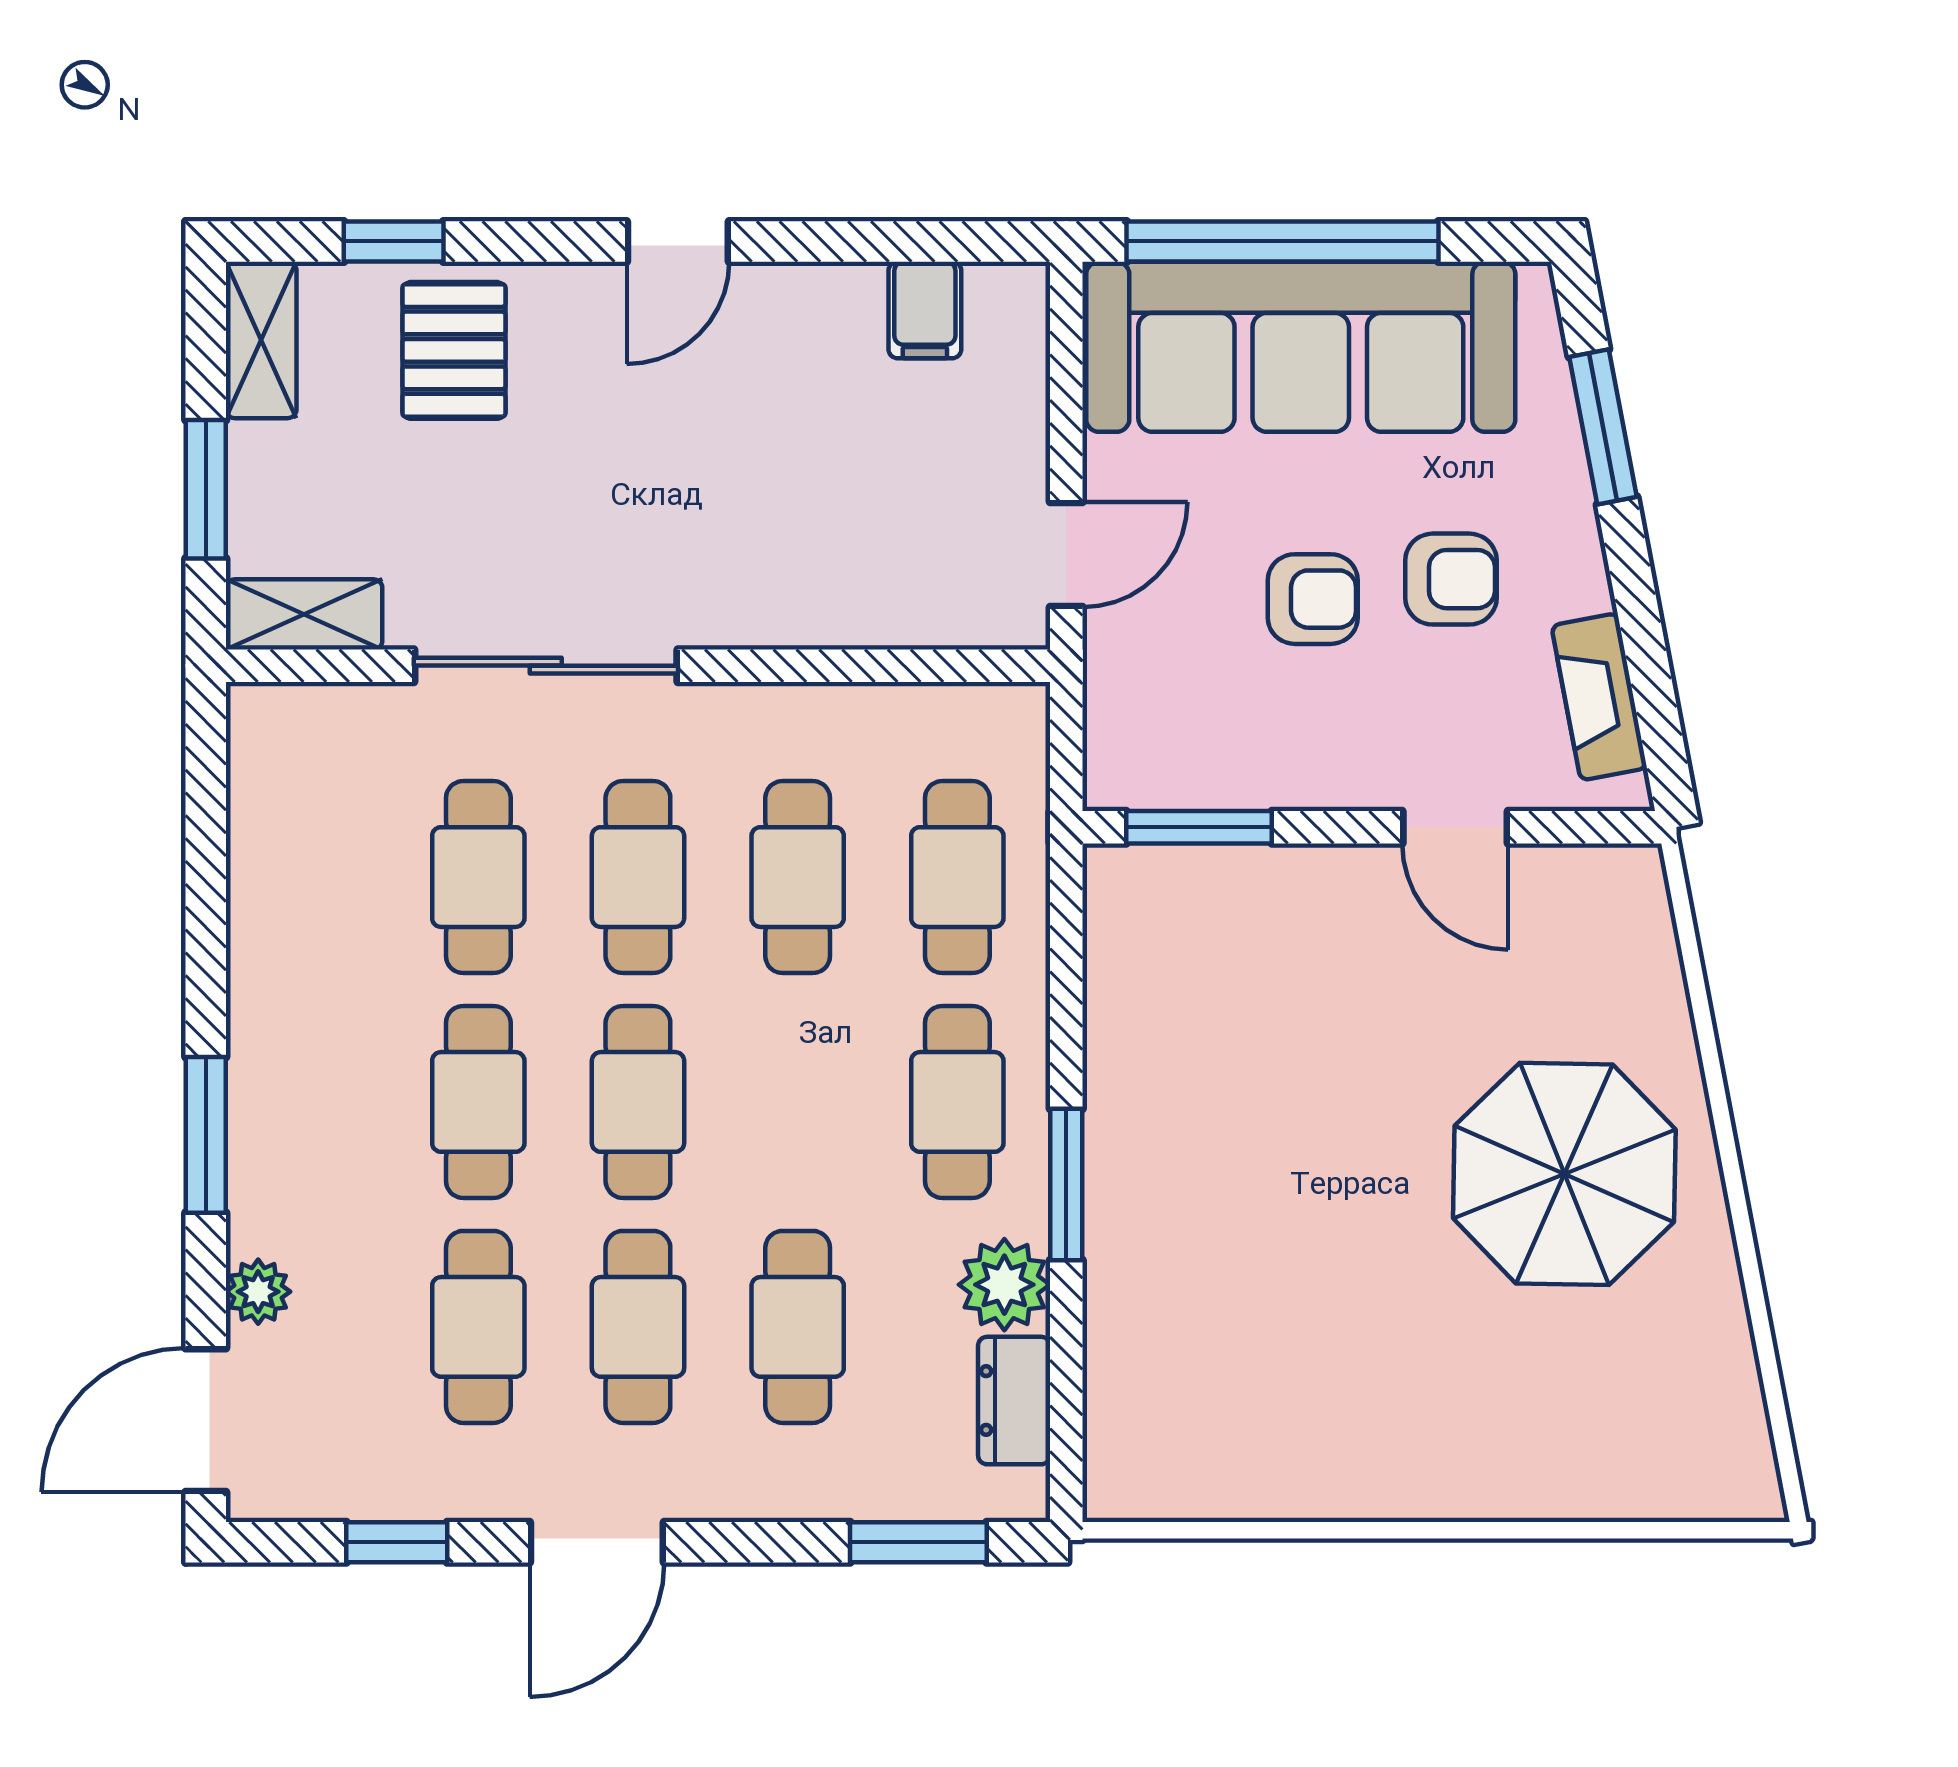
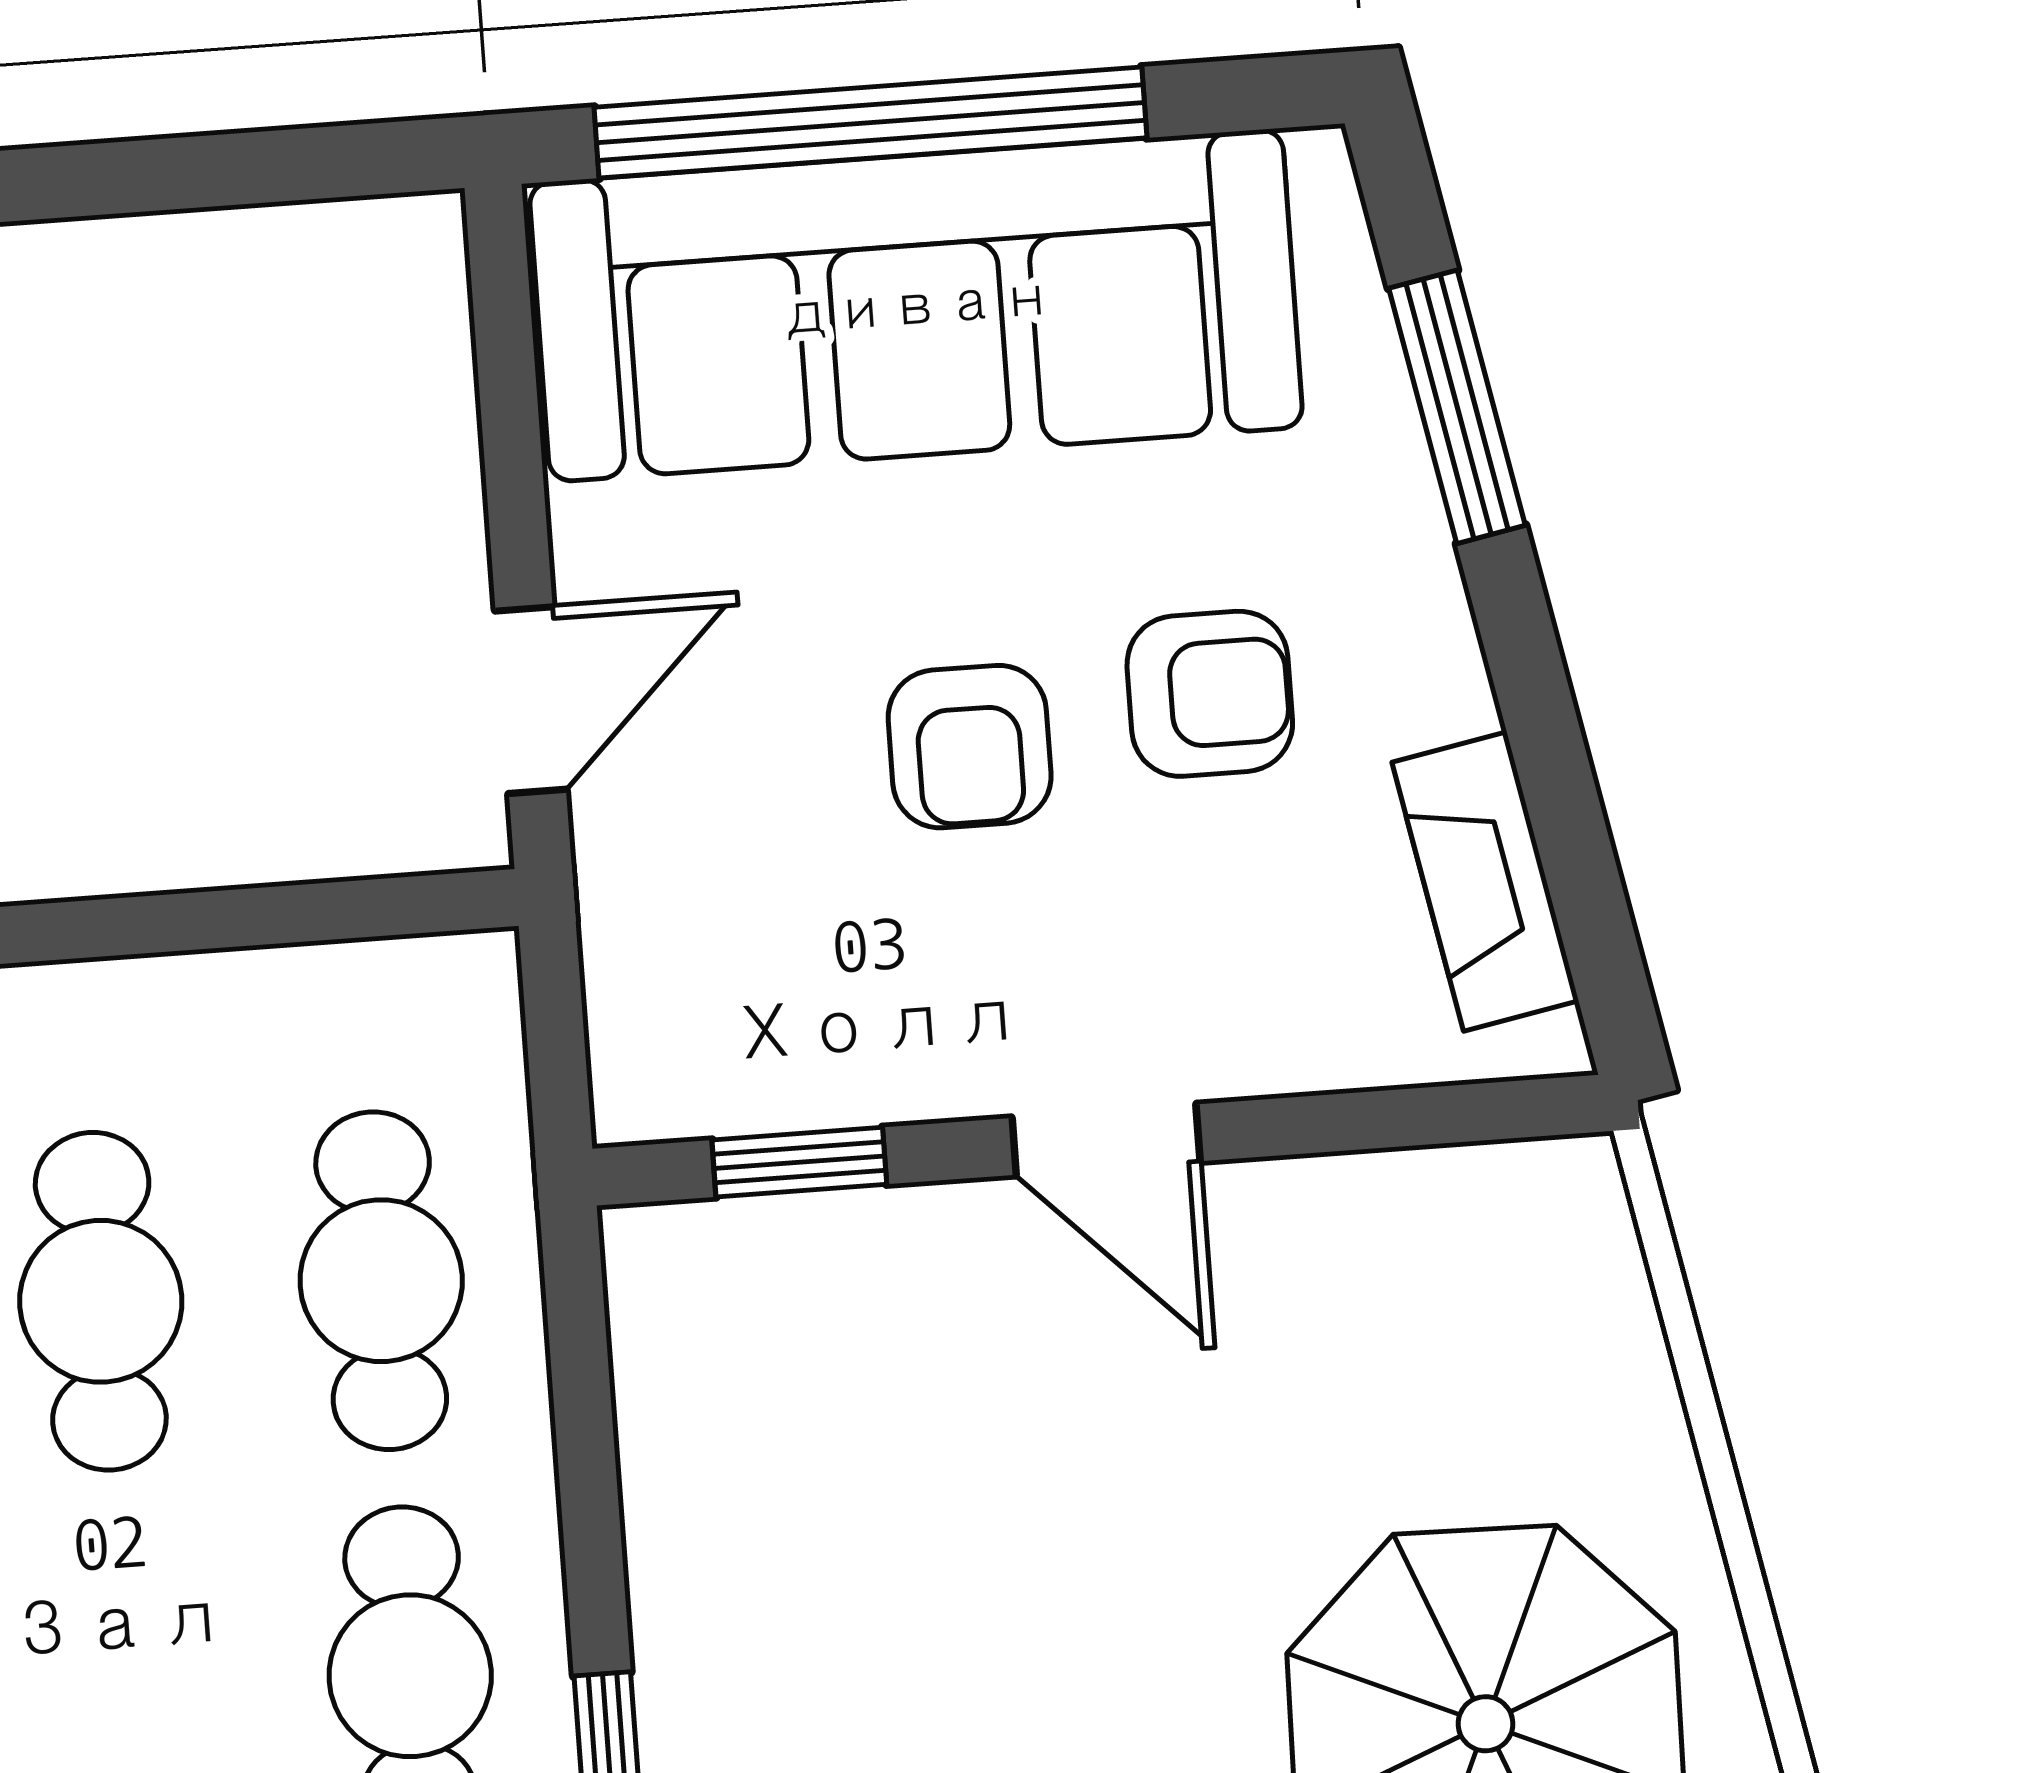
filing cabinet: (925, 310) -> (251, 289), removed
armchair: (1313, 599) -> (970, 747), turned 90
window: (1199, 827) -> (799, 1162), width x0.67
door: (1455, 827) -> (1106, 1140), moved

